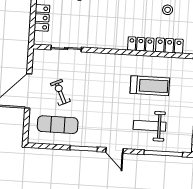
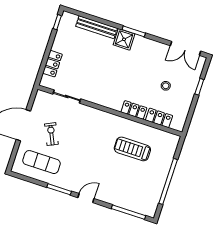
treadmill: (150, 86) -> (132, 149), turned 180
weight bench: (150, 126) -> (123, 184), removed
door: (114, 150) -> (86, 198), swing flipped

